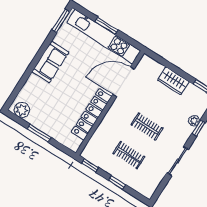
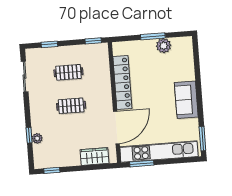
window: (107, 26) -> (142, 164), moved
wardrobe: (173, 81) -> (95, 156), moved
plant: (22, 110) -> (164, 46), moved
sliding door: (178, 161) -> (25, 77), moved
window: (117, 182) -> (49, 44), moved

